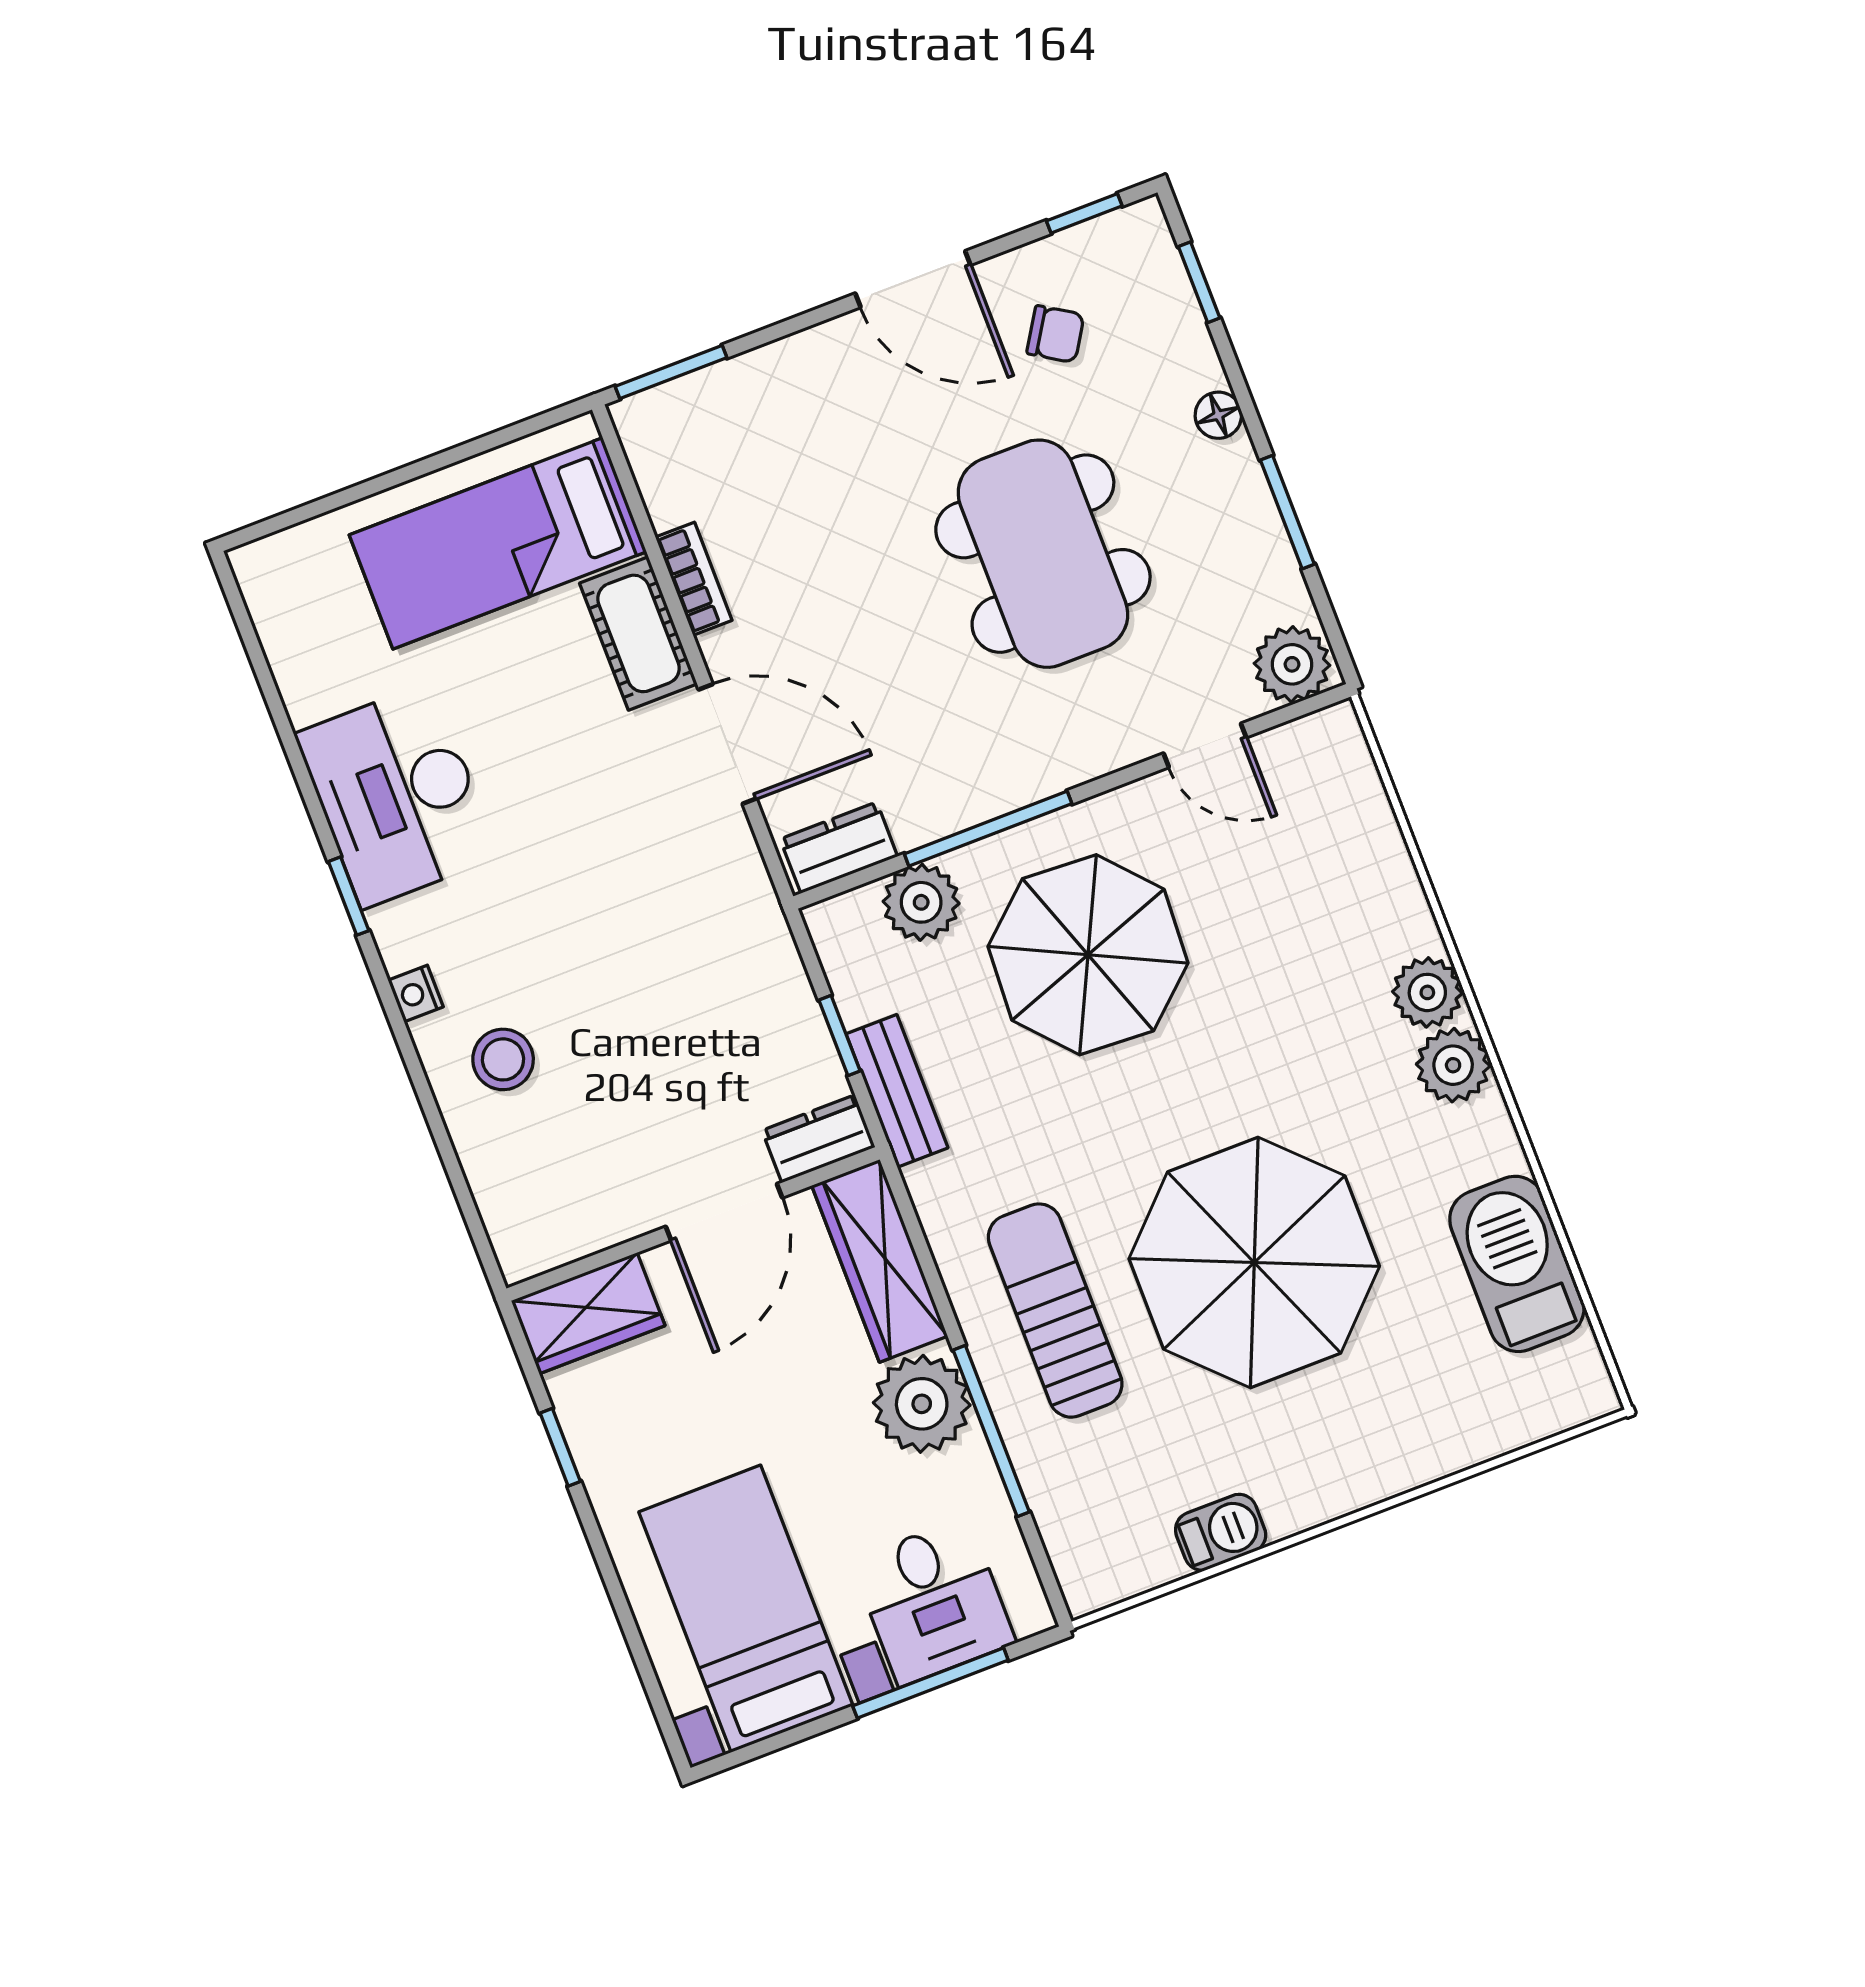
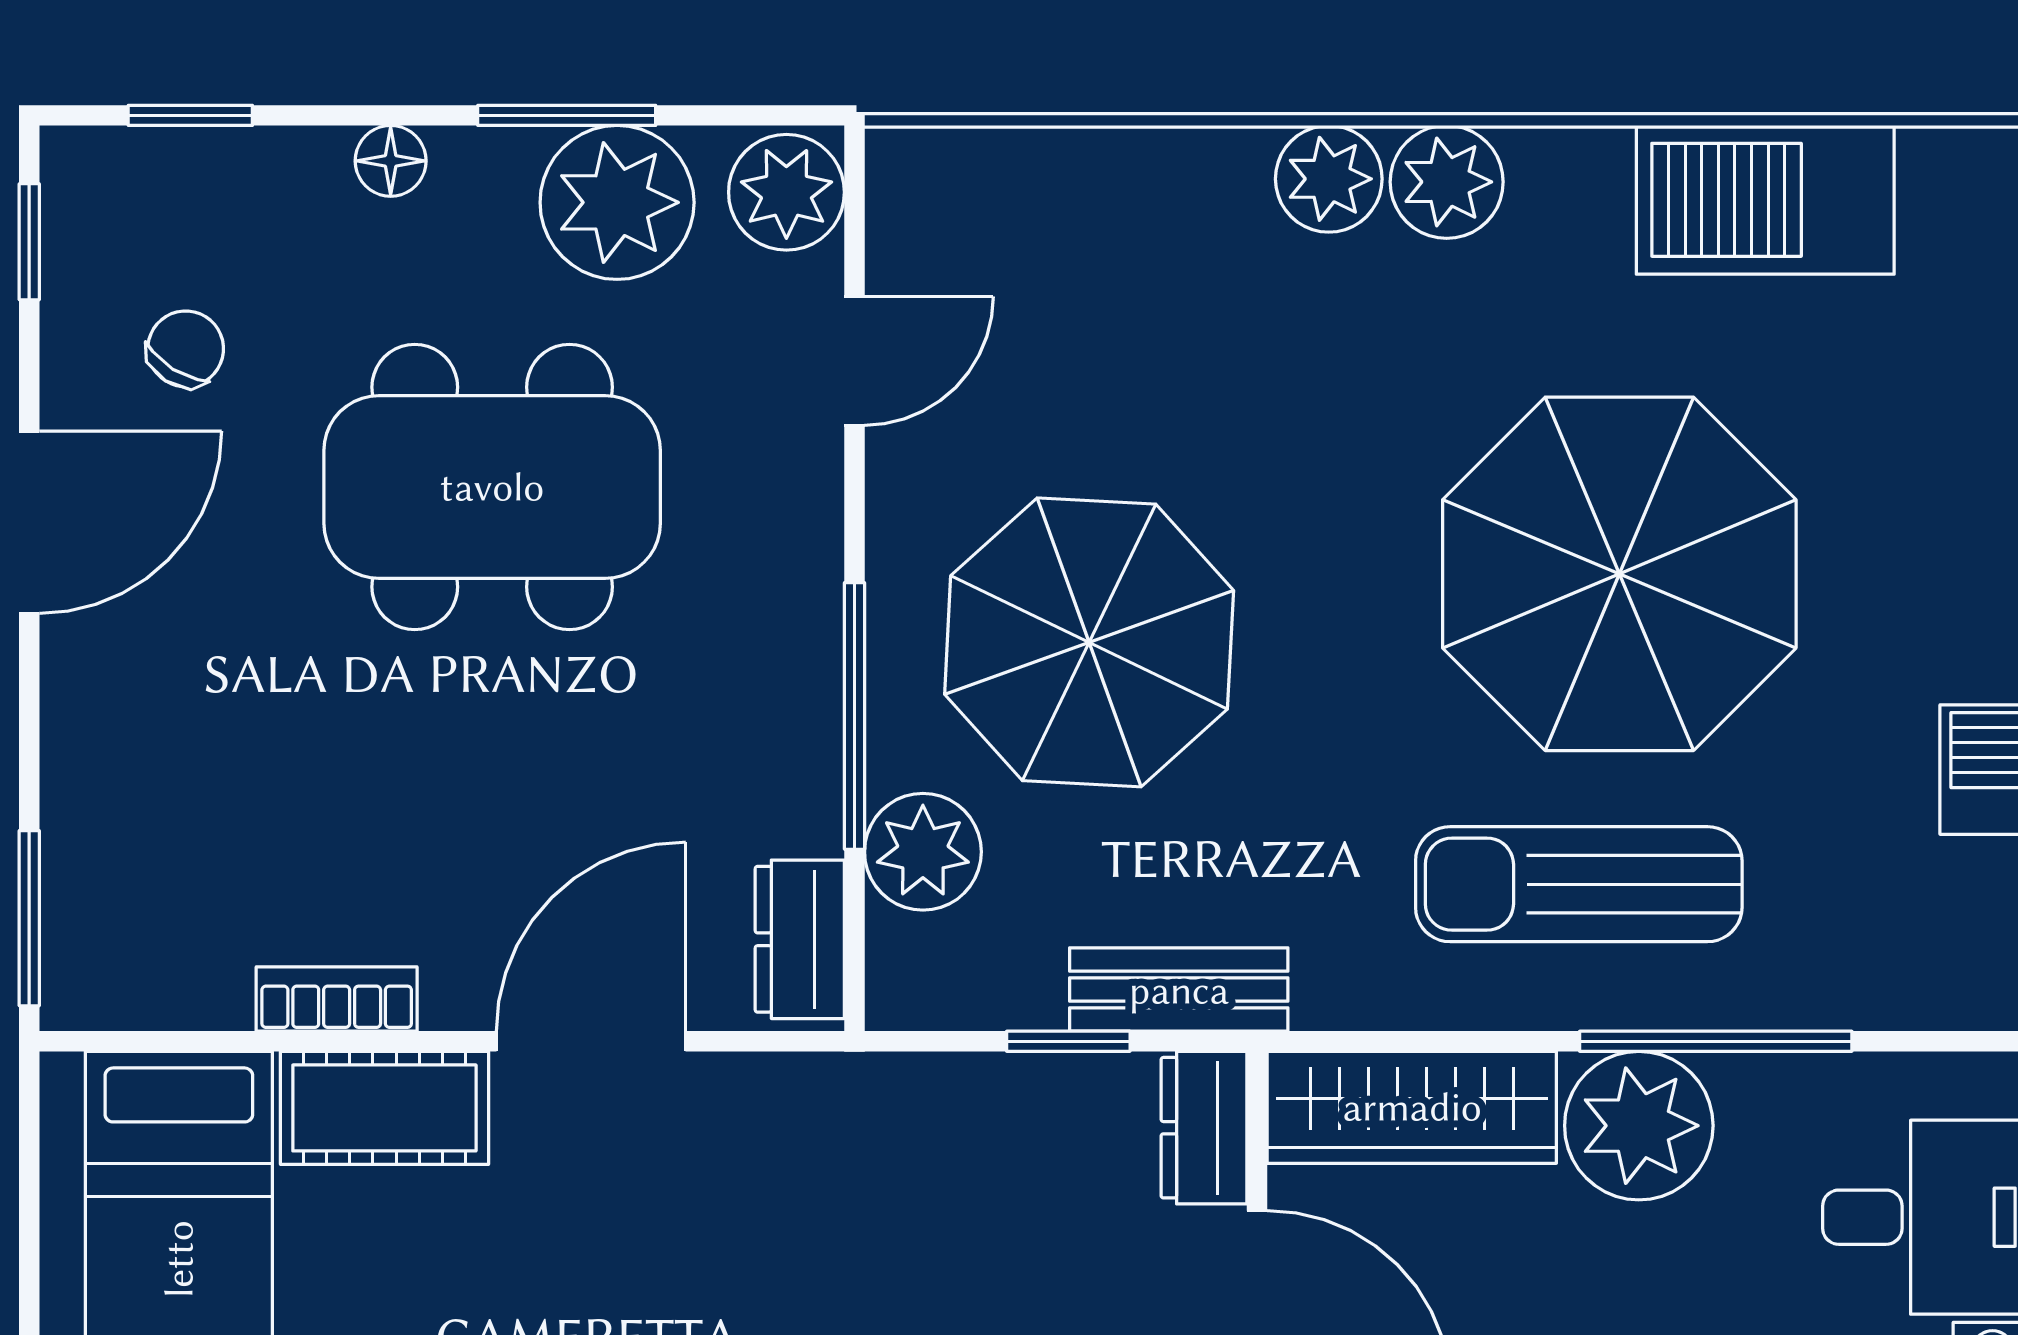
plant: (1246, 563) -> (617, 202), added

